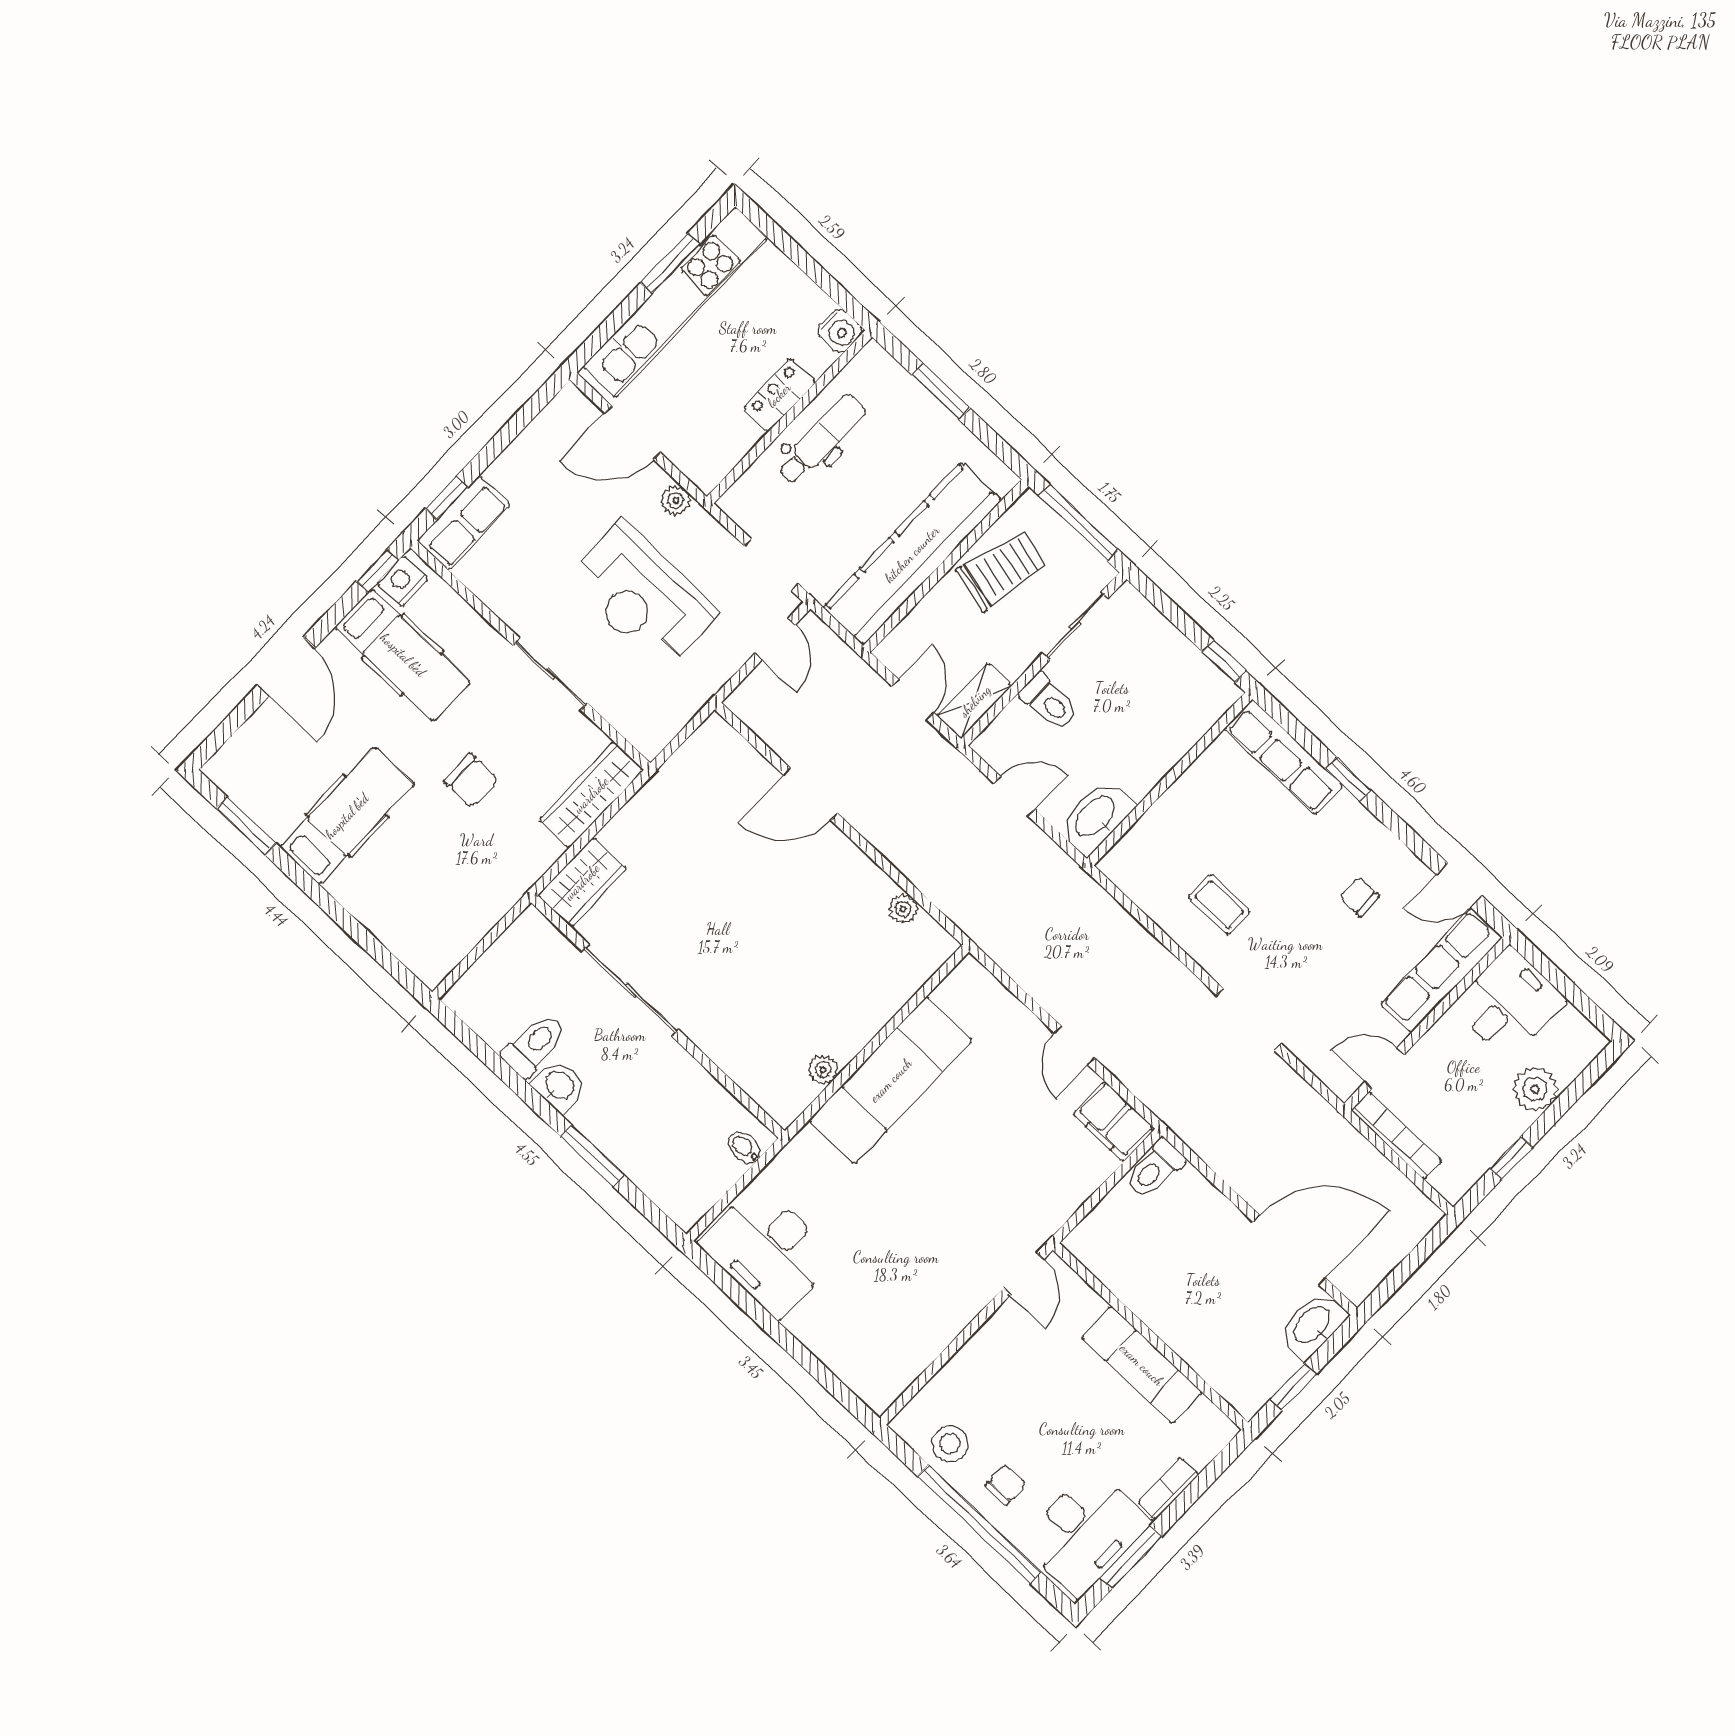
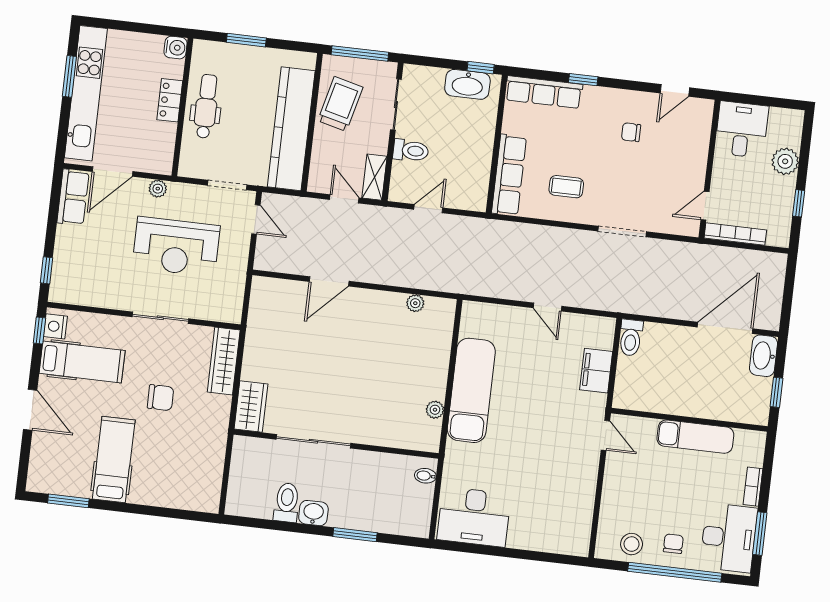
row of seats: (464, 523) -> (73, 197), moved
washbasin: (1096, 817) -> (467, 84), moved, turned -90
row of seats: (1441, 971) -> (509, 175), moved, turned 180
filing cabinet: (1114, 1122) -> (596, 371), moved, turned 90

